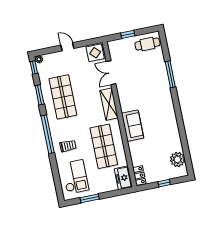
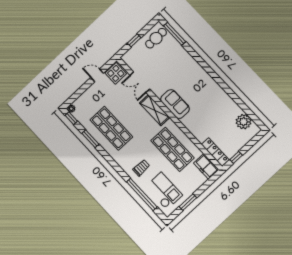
door: (67, 47) -> (97, 75), moved
window: (170, 74) -> (175, 34), moved
sofa: (133, 126) -> (175, 104), moved
window: (48, 134) -> (142, 194), moved
locker: (139, 176) -> (215, 152), width x1.53
window: (164, 183) -> (236, 157), moved

